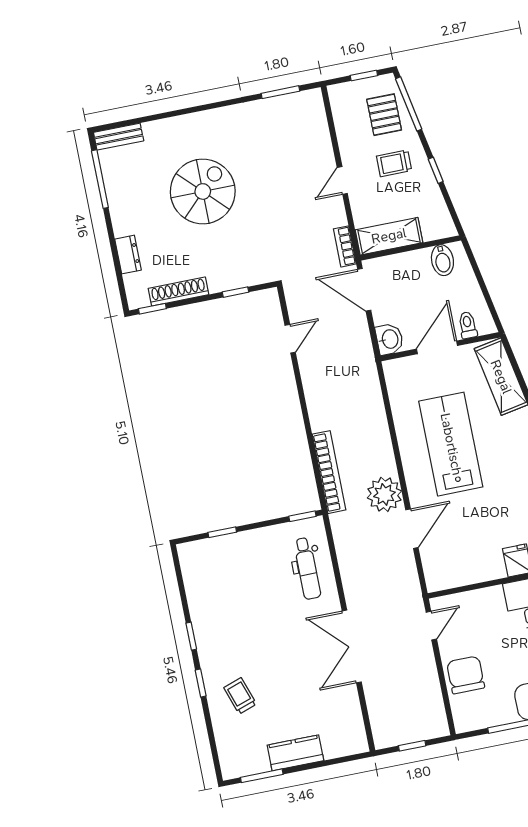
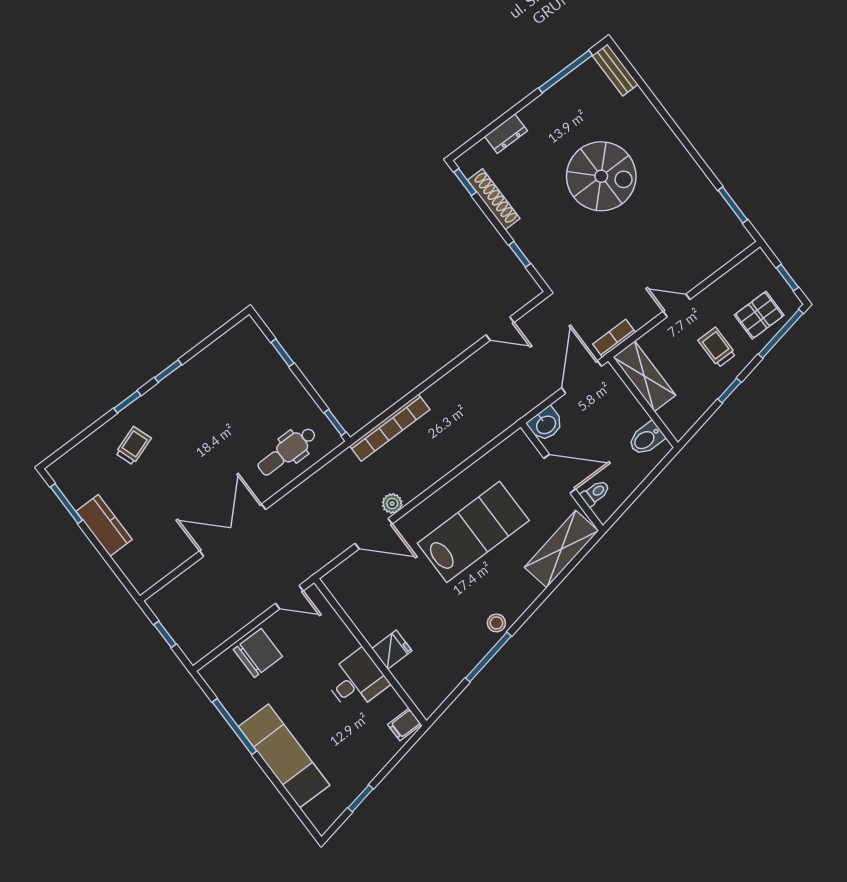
plant: (384, 494) -> (392, 504), width x0.53, depth x0.53

